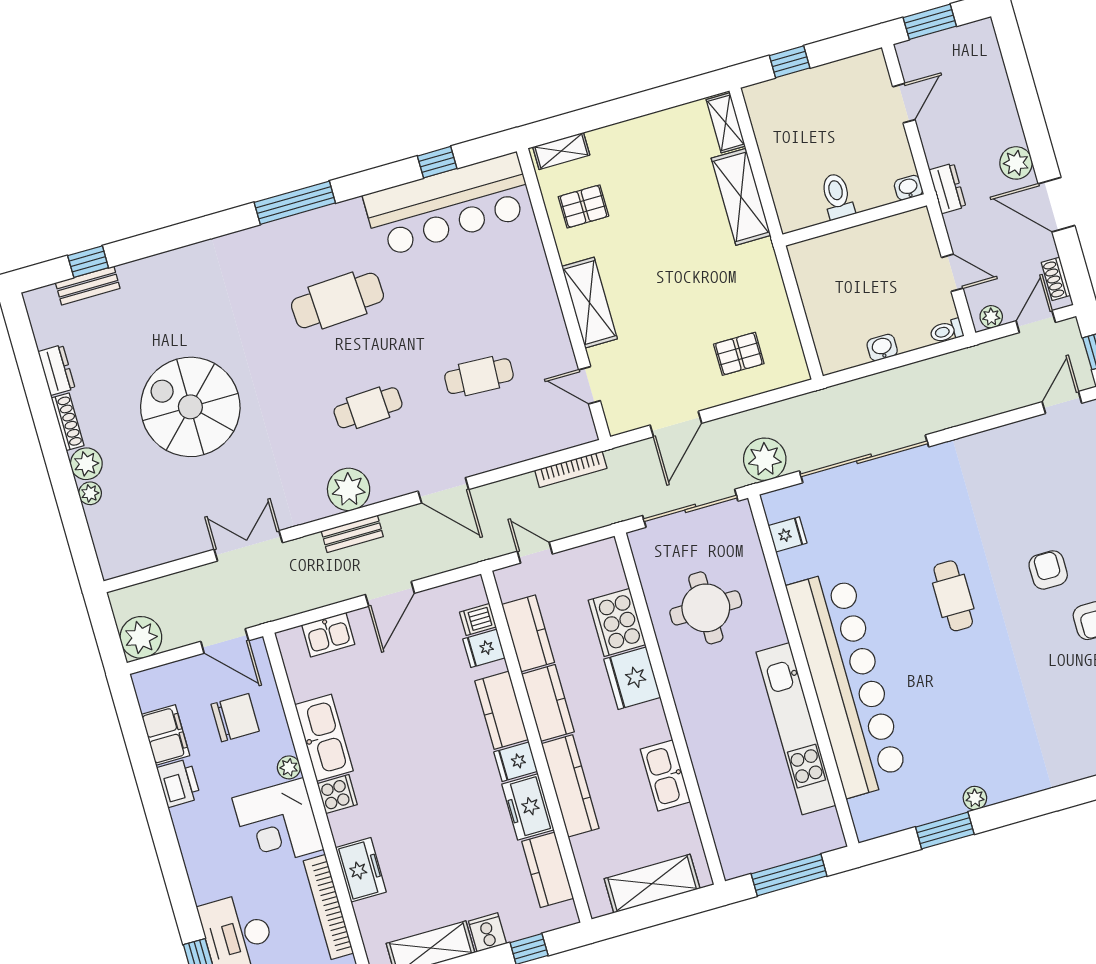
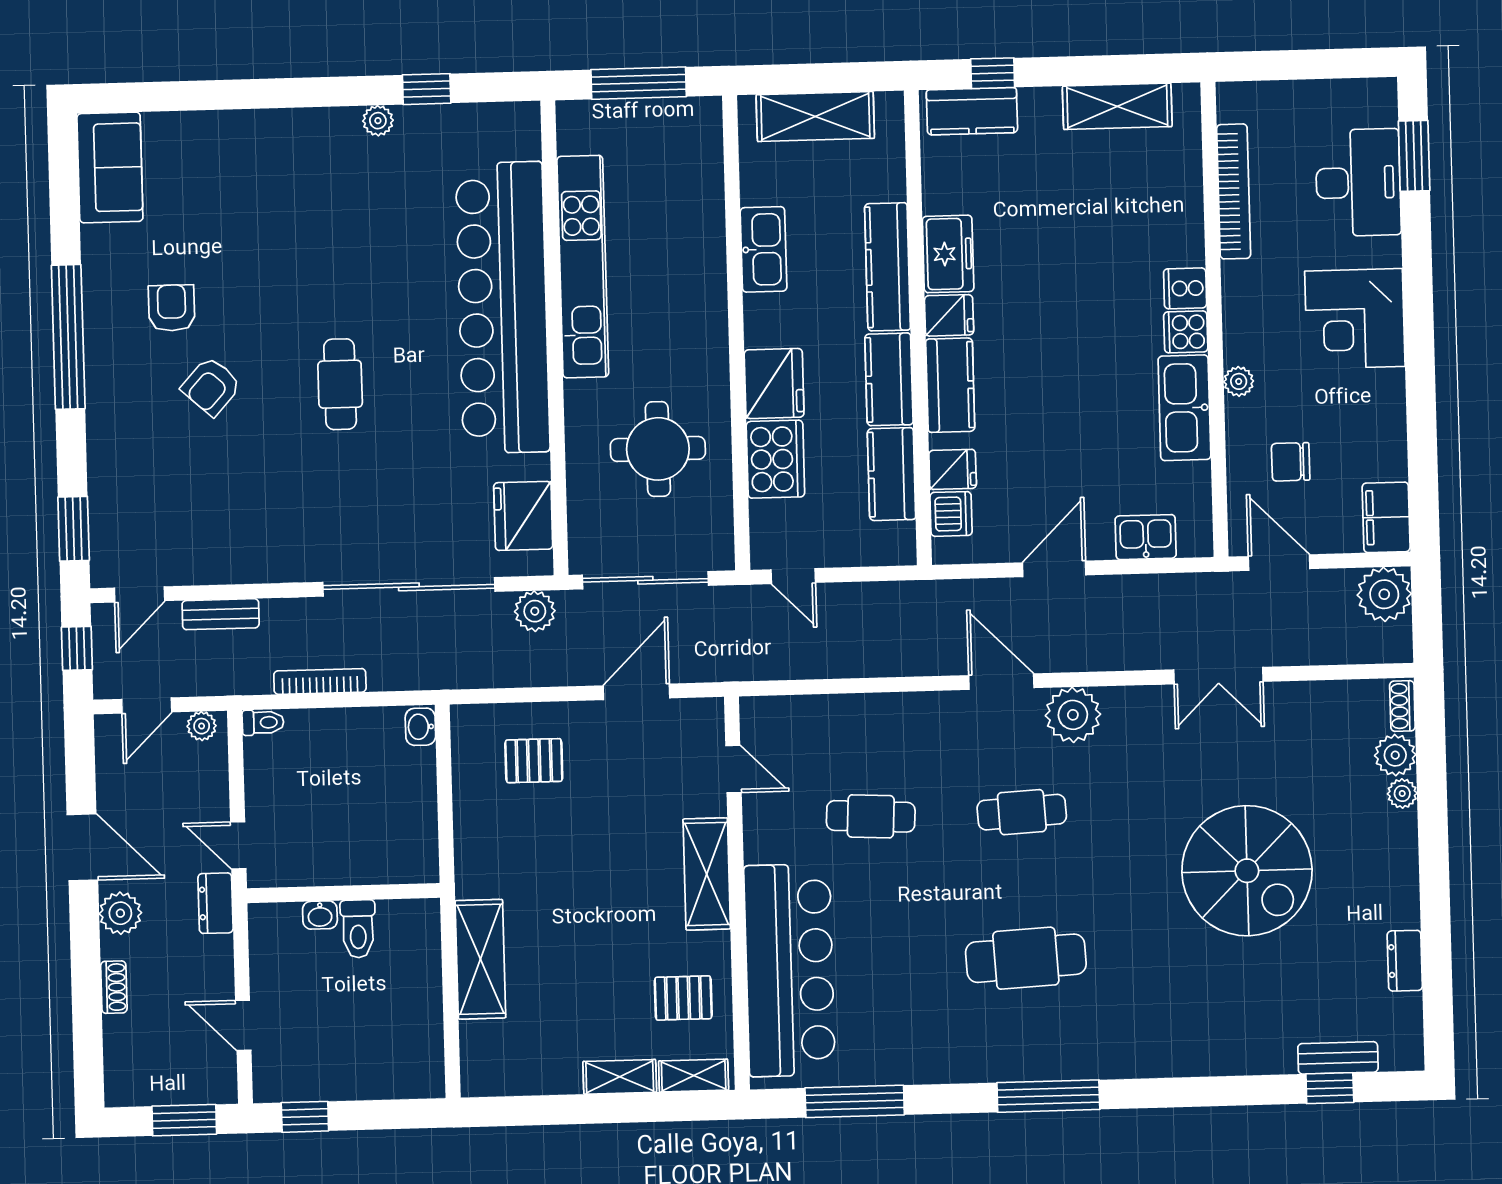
window: (790, 62) -> (305, 1117), moved
door: (904, 103) -> (243, 1025), hinge flipped
shelving: (726, 123) -> (620, 1077), moved, turned 90
window: (437, 162) -> (855, 1101), width x2.17
washbasin: (908, 188) -> (320, 915), moved
bar counter: (448, 205) -> (790, 970), moved, turned 90
door: (952, 273) -> (238, 845), moved
shoe rack: (1056, 279) -> (114, 987), moved
washbasin: (882, 348) -> (420, 727), moved, turned 90
shoe rack: (68, 422) -> (1402, 706), moved, width x0.70
plant: (765, 459) -> (535, 611), width x0.73, depth x0.73
plant: (86, 464) -> (1395, 755), moved
bookcase: (571, 469) -> (320, 681), moved
door: (443, 490) -> (1001, 682), moved
bench: (352, 534) -> (221, 614), moved
fridge: (788, 534) -> (523, 516), width x1.88, depth x1.34
door: (535, 553) -> (793, 576), moved
armchair: (1048, 570) -> (211, 386), turned 42
dishwasher: (478, 620) -> (951, 514), width x1.38
chair: (235, 718) -> (1291, 462), width x0.73, depth x0.73
filing cabinet: (166, 735) -> (1386, 517), moved
printer: (179, 783) -> (1383, 397), removed
corner desk: (278, 824) -> (1355, 319), moved, turned 180
window: (945, 831) -> (427, 89), width x0.67
freezer: (361, 870) -> (1180, 228), removed
kitchen counter: (548, 870) -> (972, 111), moved, turned 90
cooker: (487, 932) -> (1185, 288), moved, turned 90

